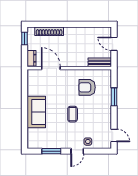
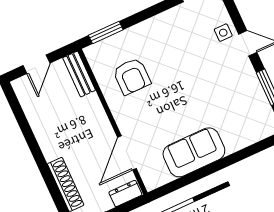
window: (114, 97) -> (106, 32), moved
sofa: (36, 112) -> (194, 152), moved
coffee table: (73, 114) -> (188, 80), removed

